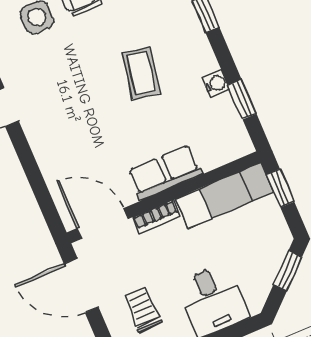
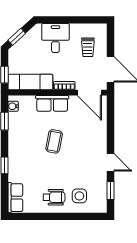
coffee table: (141, 73) -> (54, 141), moved
water cooler: (216, 84) -> (13, 106), moved

